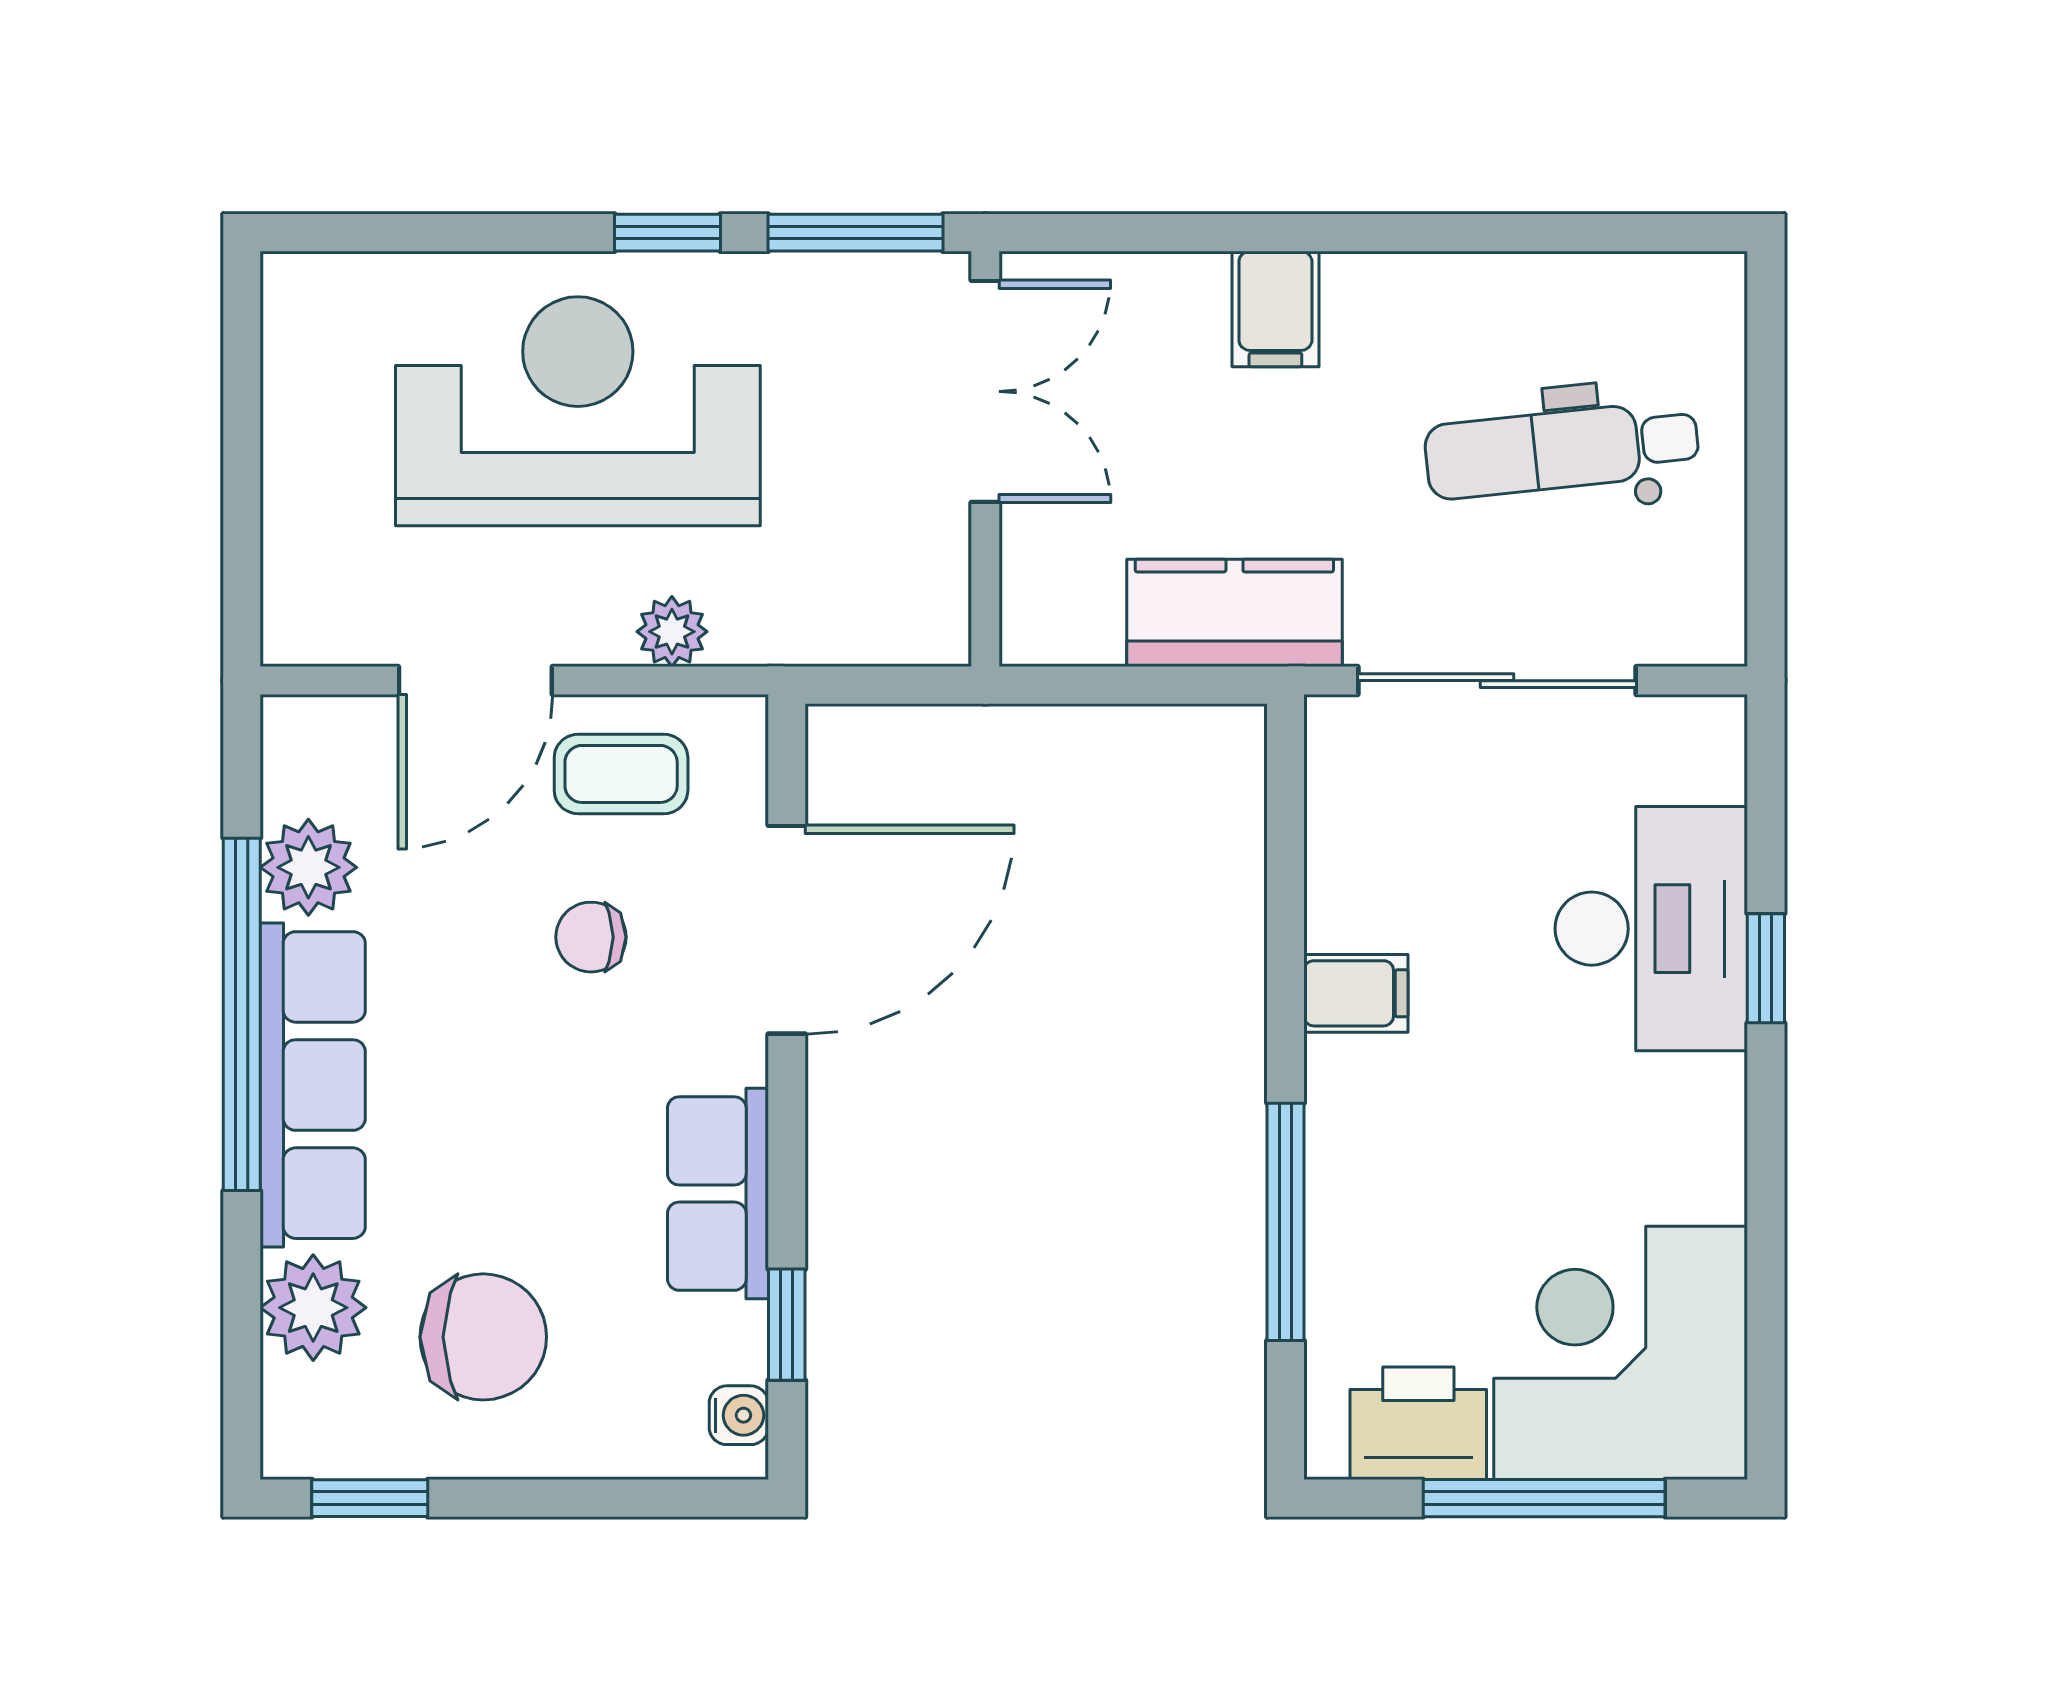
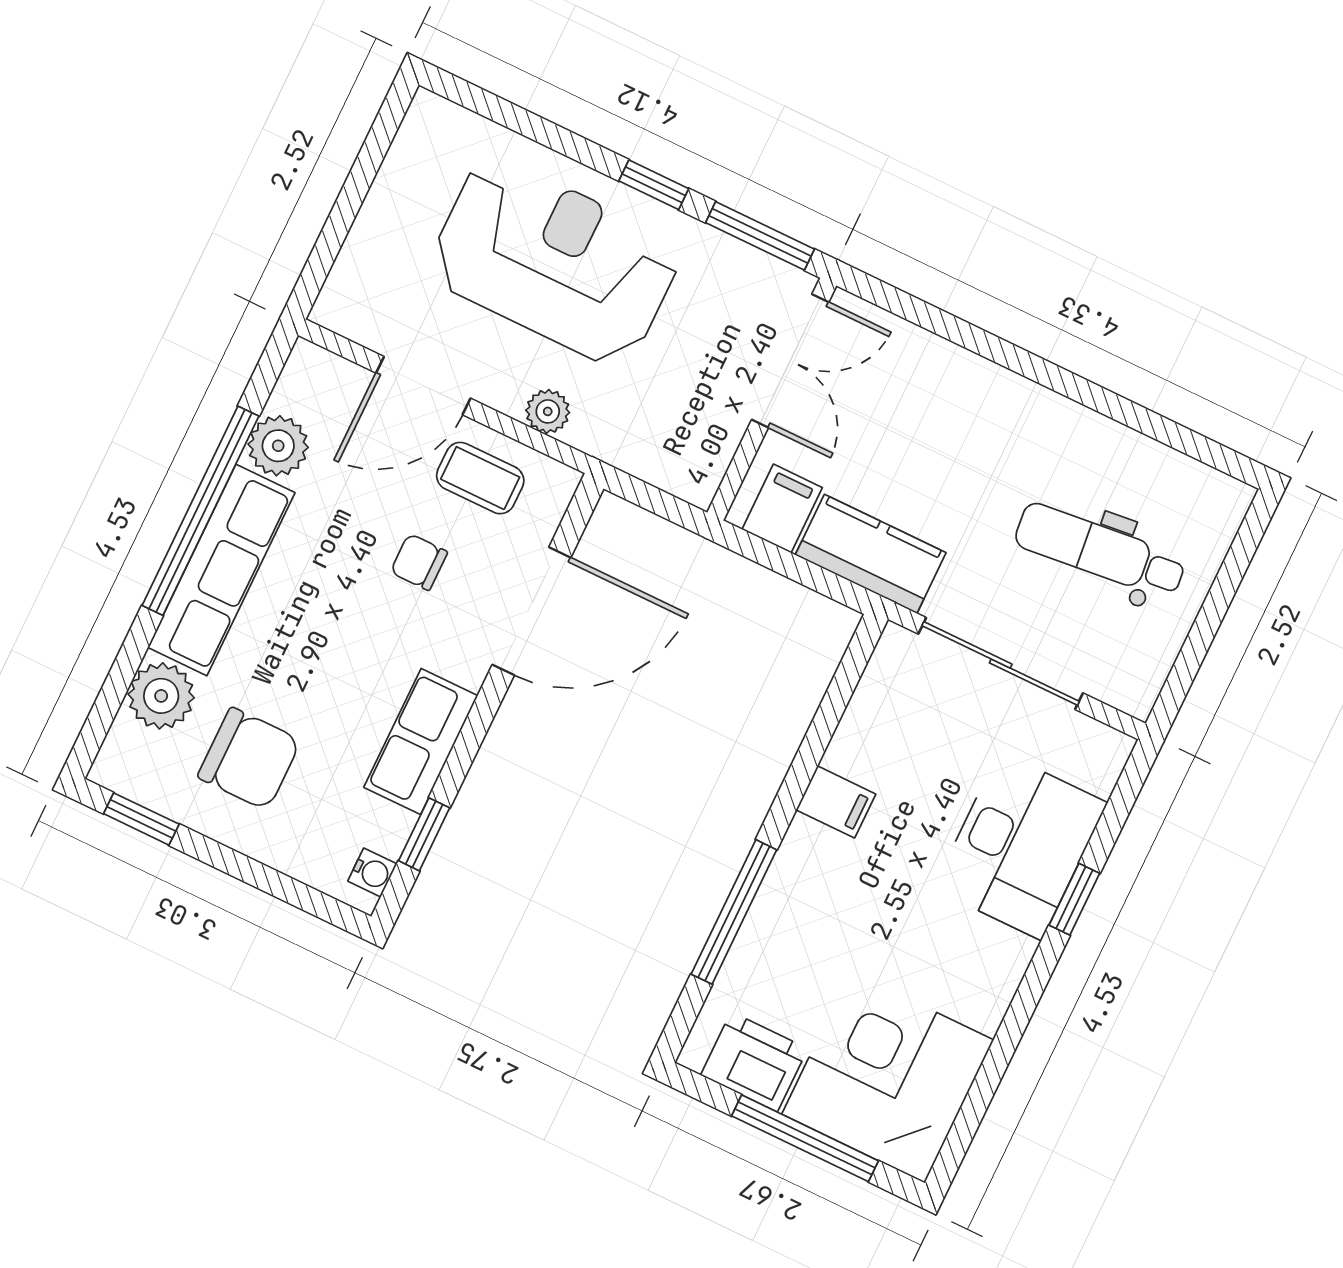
filing cabinet: (1275, 309) -> (782, 508), moved, turned 180

